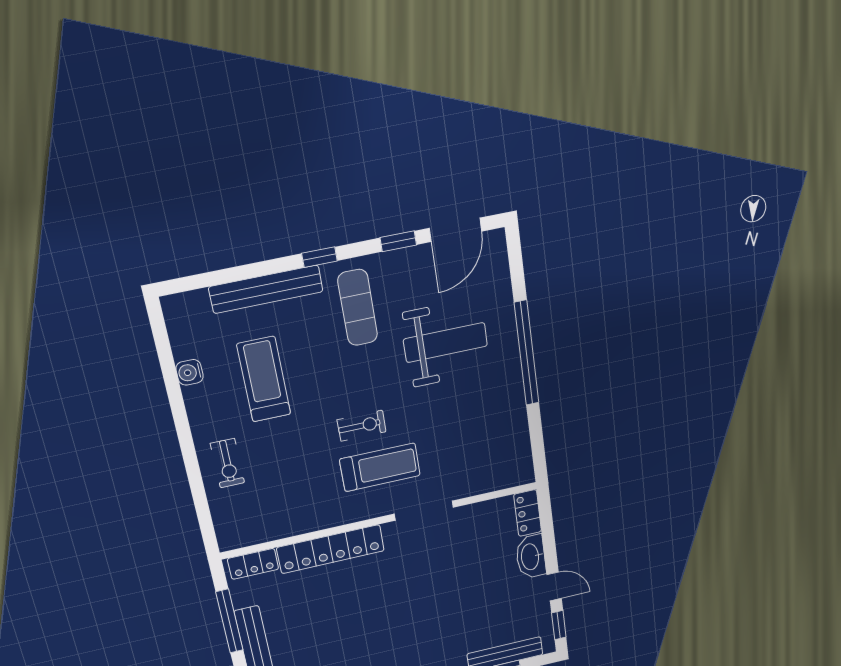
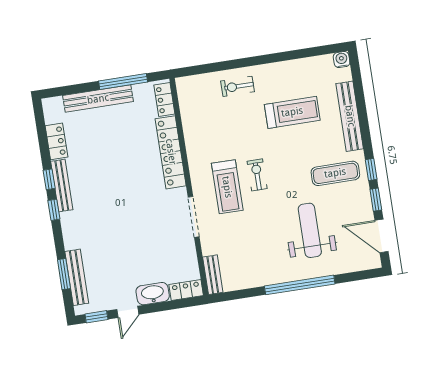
window: (319, 257) -> (371, 169), moved
weight bench: (445, 343) -> (310, 230), turned 180
water cooler: (190, 372) -> (342, 60), moved
exercise bike: (362, 426) -> (257, 175), turned 180
bench: (507, 478) -> (213, 275), added

